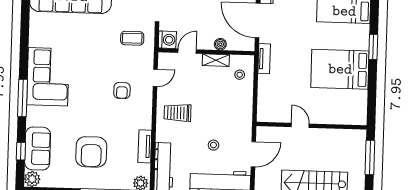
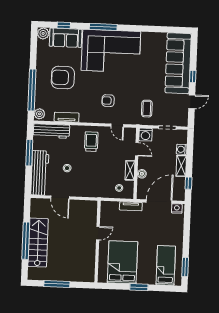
corner sofa: (48, 77) -> (111, 51), width x1.36, depth x1.36
door: (300, 125) -> (98, 233), moved
wall: (311, 126) -> (98, 242), moved

